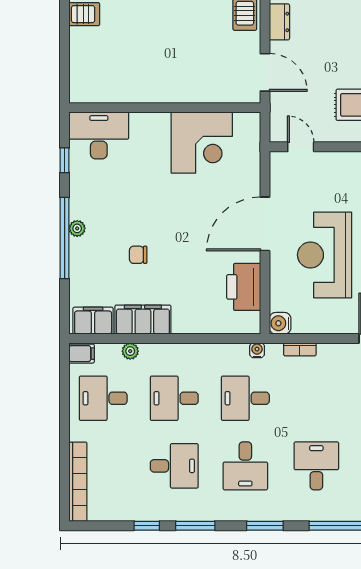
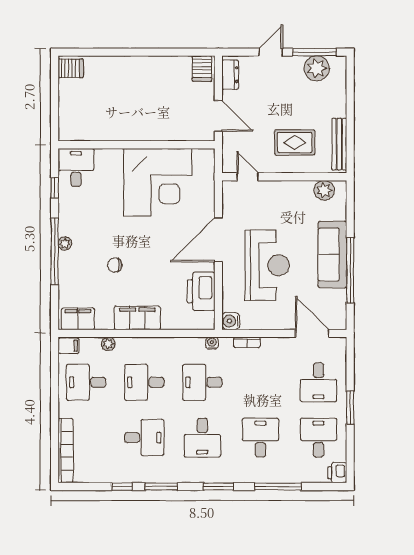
desk: (99, 135) -> (76, 167), width x0.73
corner desk: (202, 143) -> (158, 182), width x1.36, depth x1.36
reception desk: (324, 255) -> (267, 265), turned 180
filing cabinet: (143, 320) -> (137, 318), moved

